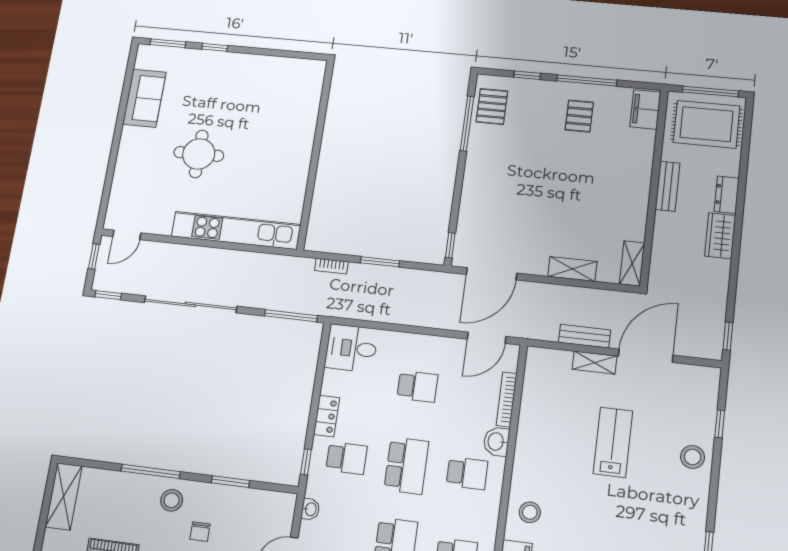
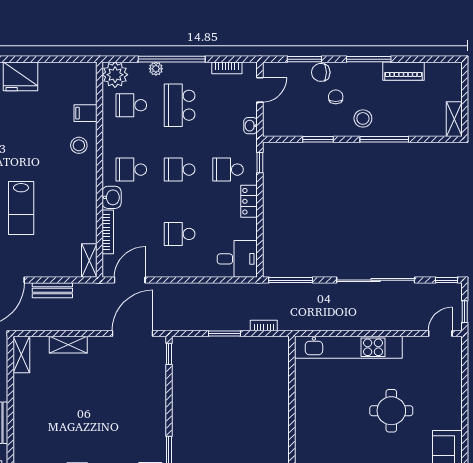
shelving: (595, 363) -> (89, 261), moved, turned 90
school desk: (406, 466) -> (180, 170), width x0.54
shelving: (64, 496) -> (454, 119), width x0.67, depth x0.75

